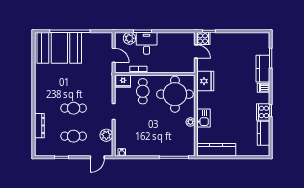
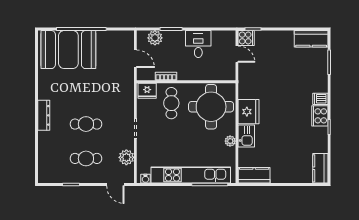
desk: (147, 43) -> (198, 44), moved
kitchen counter: (263, 69) -> (311, 39), moved, turned -90
fridge: (205, 81) -> (249, 112), moved
cooker: (263, 112) -> (320, 116), moved
dresser: (39, 126) -> (44, 115), moved
kitchen counter: (263, 133) -> (320, 168), moved
kitchen unit: (158, 150) -> (191, 175), added
kitchen counter: (216, 150) -> (254, 175), width x0.67
door: (97, 157) -> (115, 185), hinge flipped

